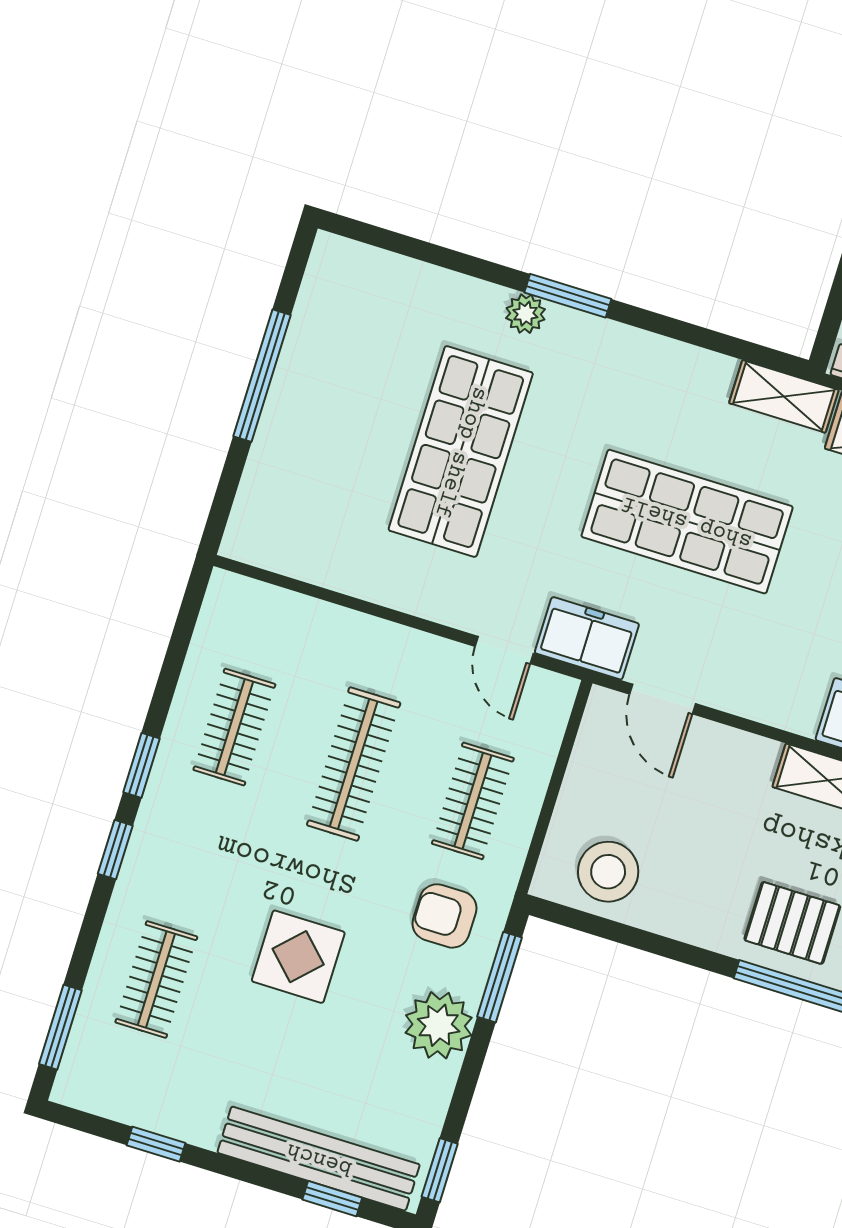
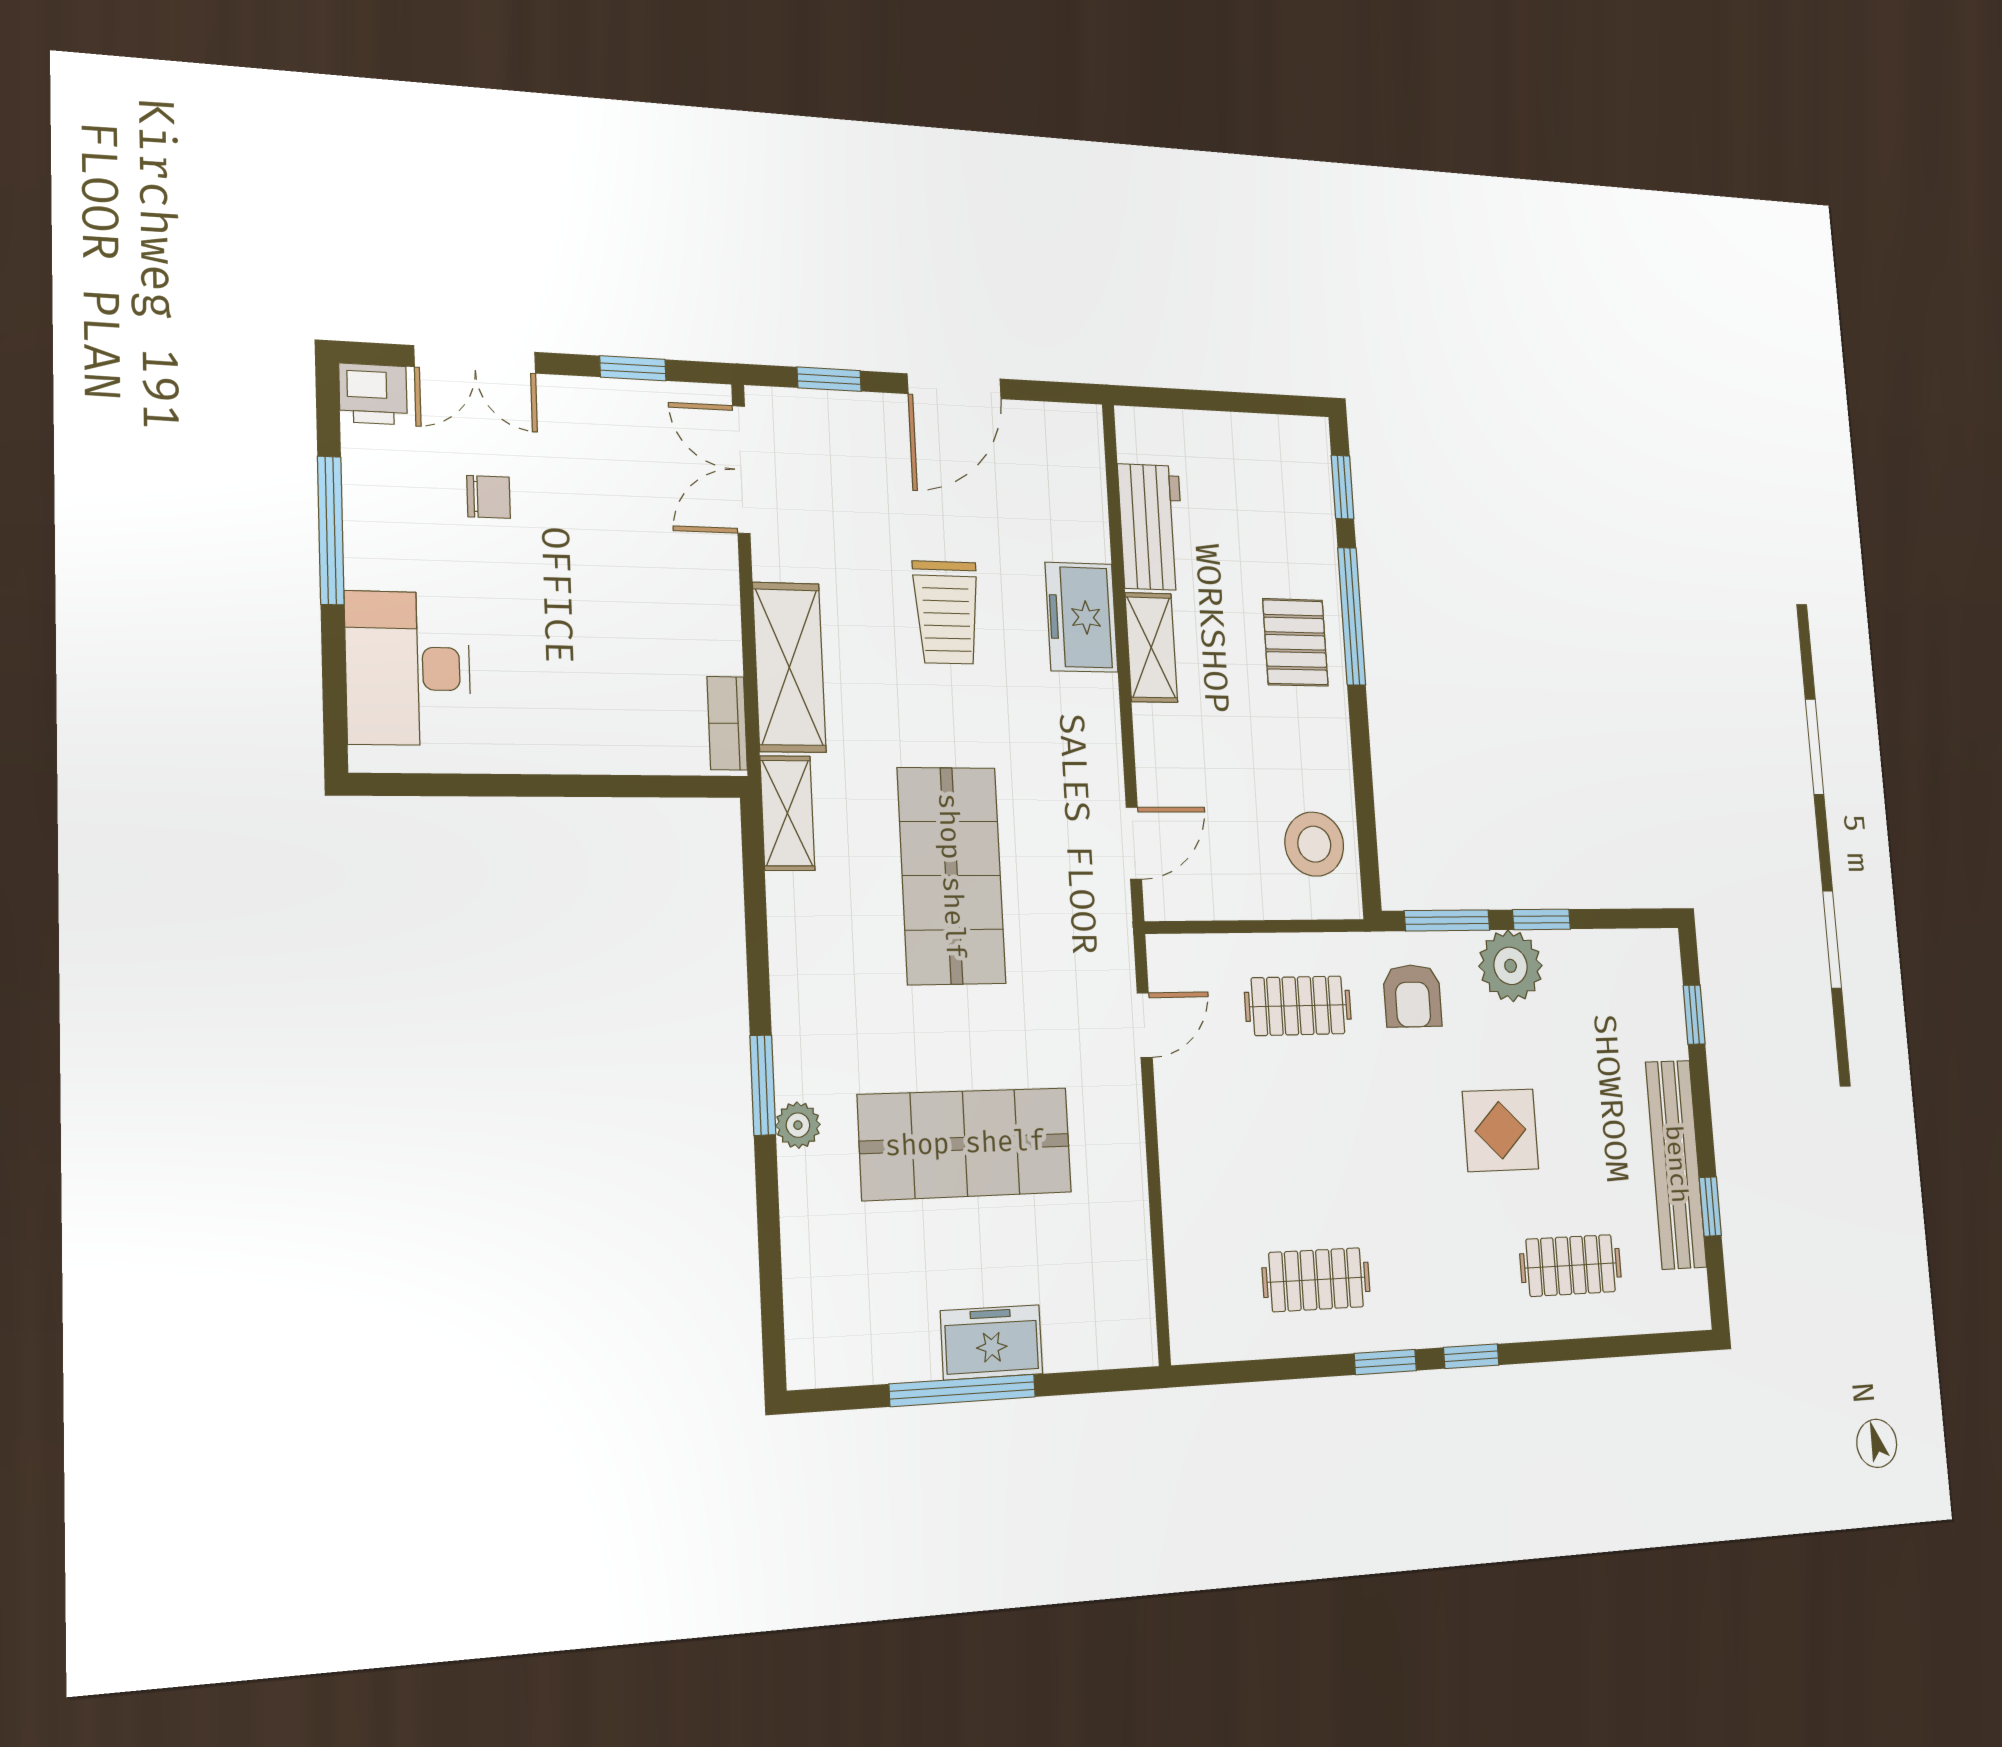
freezer: (587, 638) -> (992, 1342), moved, turned 90
clothes rail: (354, 764) -> (1307, 1142), removed
window: (60, 1027) -> (1646, 1345), removed
bench: (319, 1159) -> (1676, 1164), moved
window: (440, 1170) -> (1542, 919), moved

